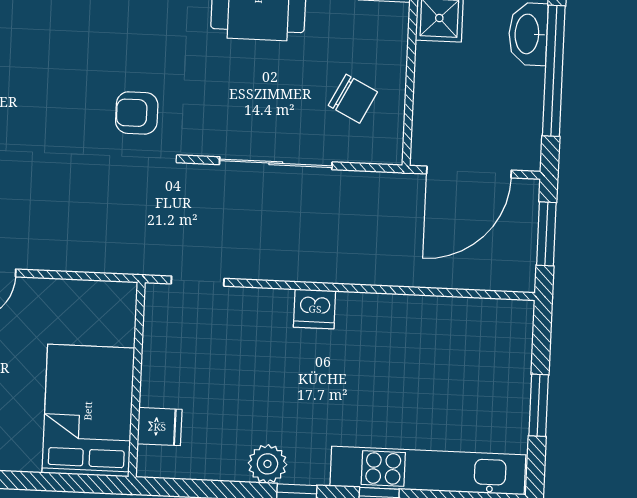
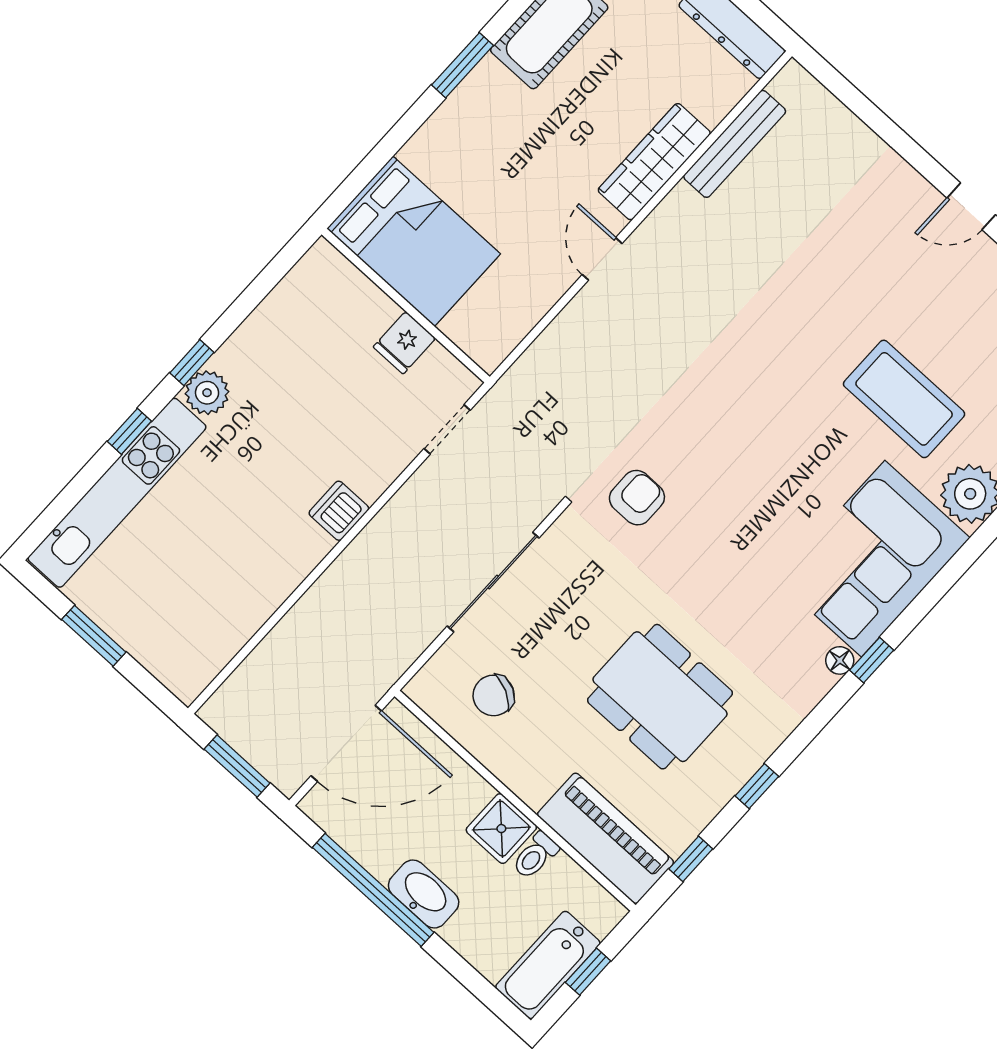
door: (469, 172) -> (346, 743), swing flipped
fridge: (160, 427) -> (404, 343), moved
plant: (267, 464) -> (207, 393), moved

